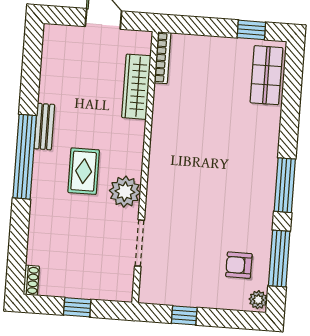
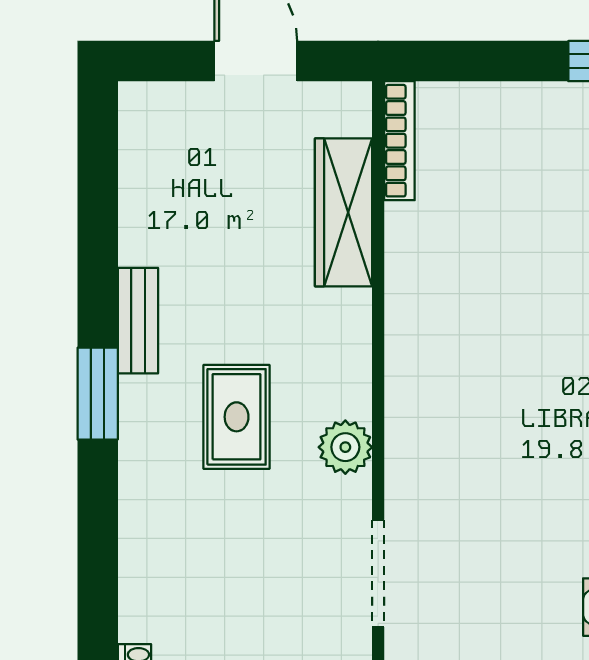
window: (25, 157) -> (98, 394), width x0.47
plant: (125, 192) -> (345, 447), width x0.73, depth x0.73

